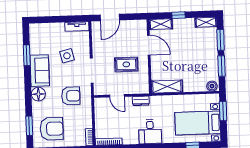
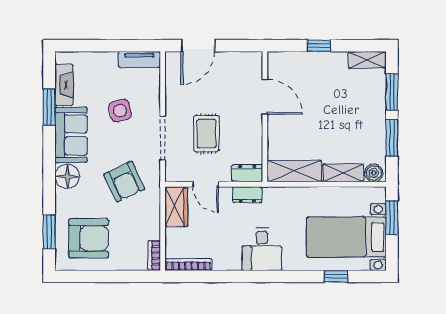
shelving: (161, 24) -> (343, 173), moved
fireplace: (35, 42) -> (64, 85), added
rug: (126, 64) -> (206, 134), moved, turned 90
dresser: (140, 89) -> (247, 173), added
armchair: (71, 96) -> (124, 182), turned 65
wardrobe: (101, 109) -> (176, 207), added

